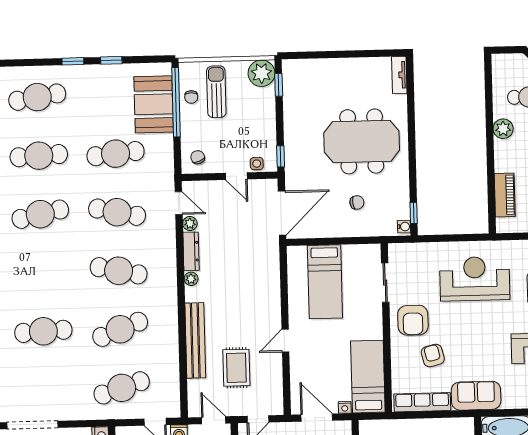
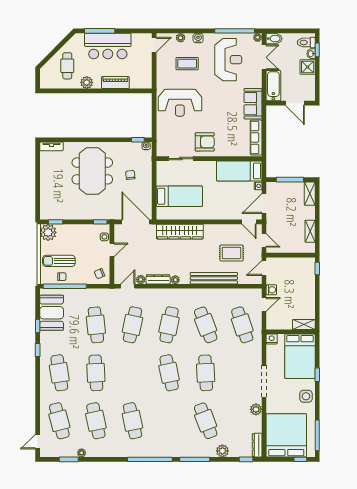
booth: (154, 104) -> (52, 313), moved, turned 90
piano: (505, 195) -> (115, 83), moved
cafe table: (40, 214) -> (169, 373), moved
reception desk: (475, 279) -> (180, 103), turned -90
wardrobe: (268, 284) -> (180, 232), added
door: (285, 341) -> (249, 222), moved
armchair: (433, 356) -> (227, 130), removed

